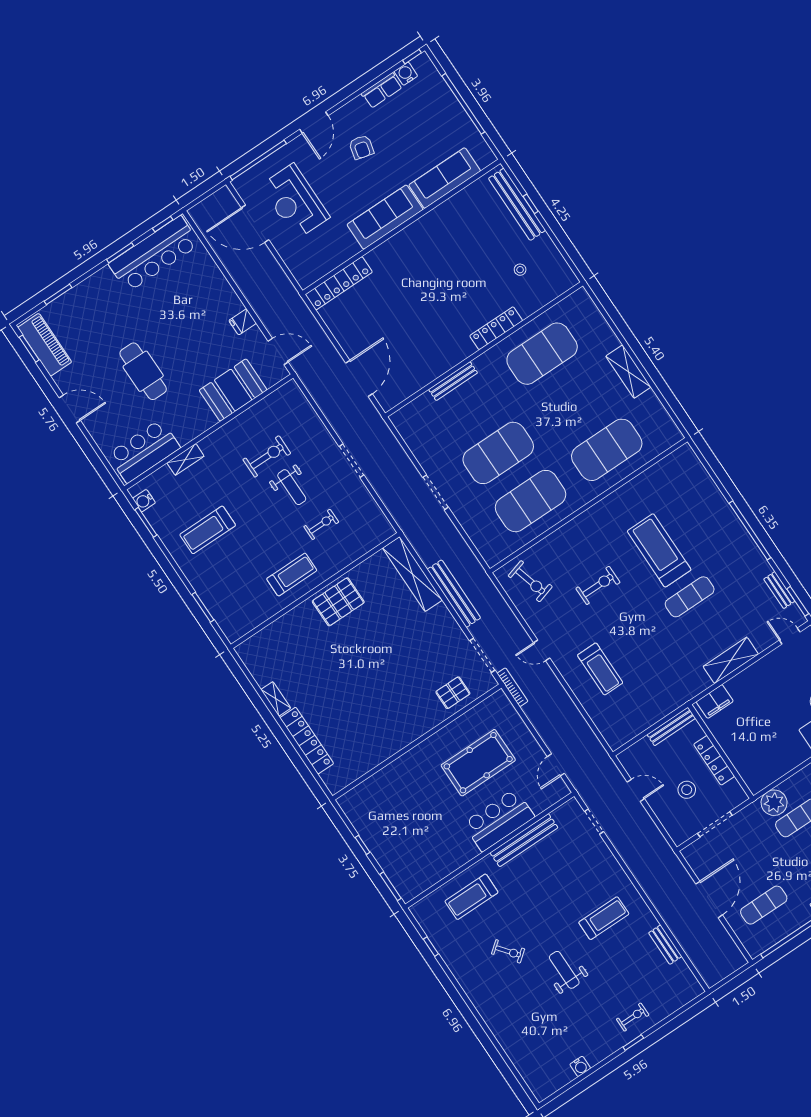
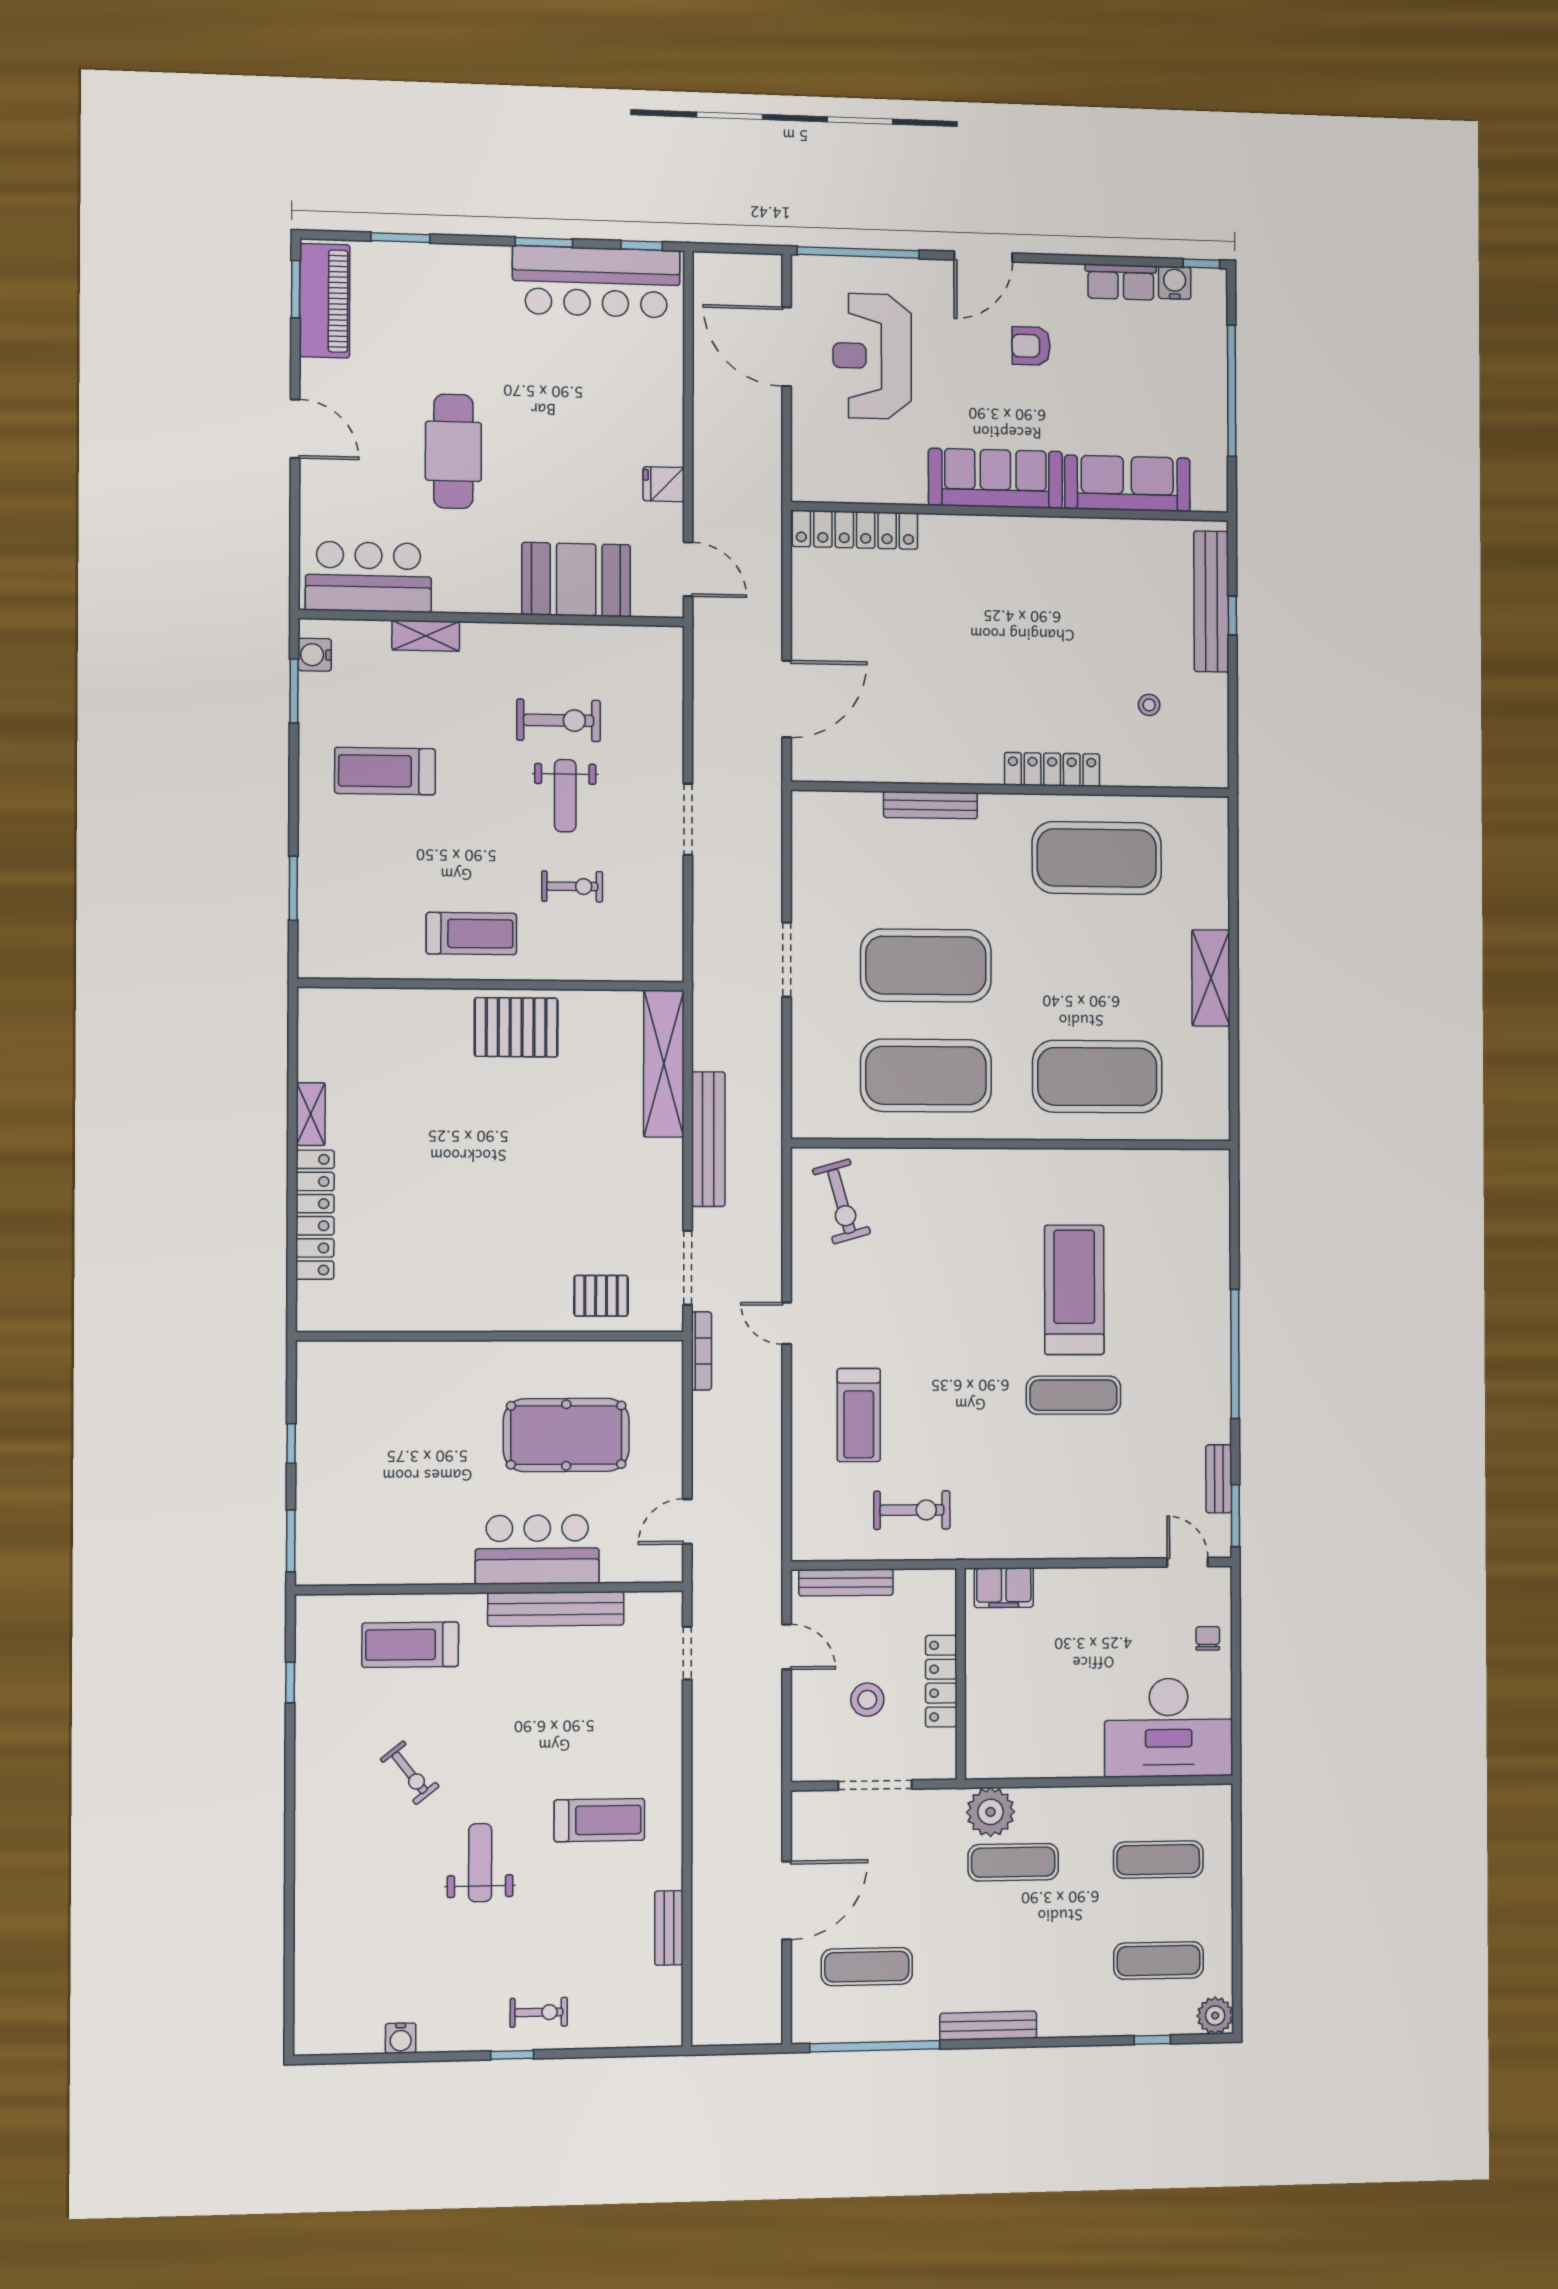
armchair: (361, 147) -> (1031, 346), turned 76
exercise bike: (598, 585) -> (912, 1510), moved
shelving: (731, 660) -> (1071, 1539), removed
bench: (671, 726) -> (846, 1582), moved

